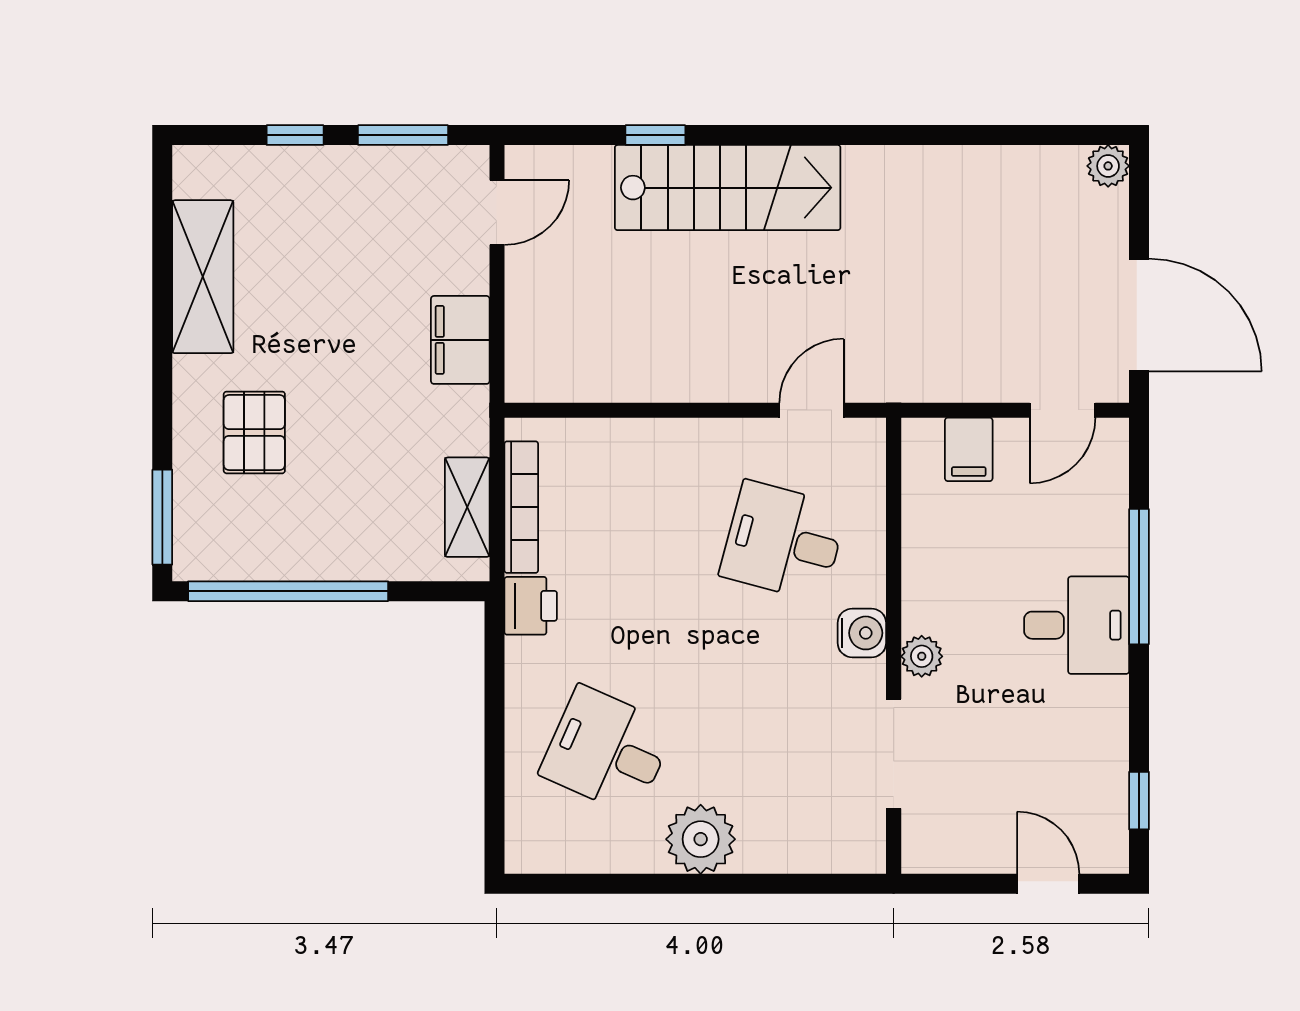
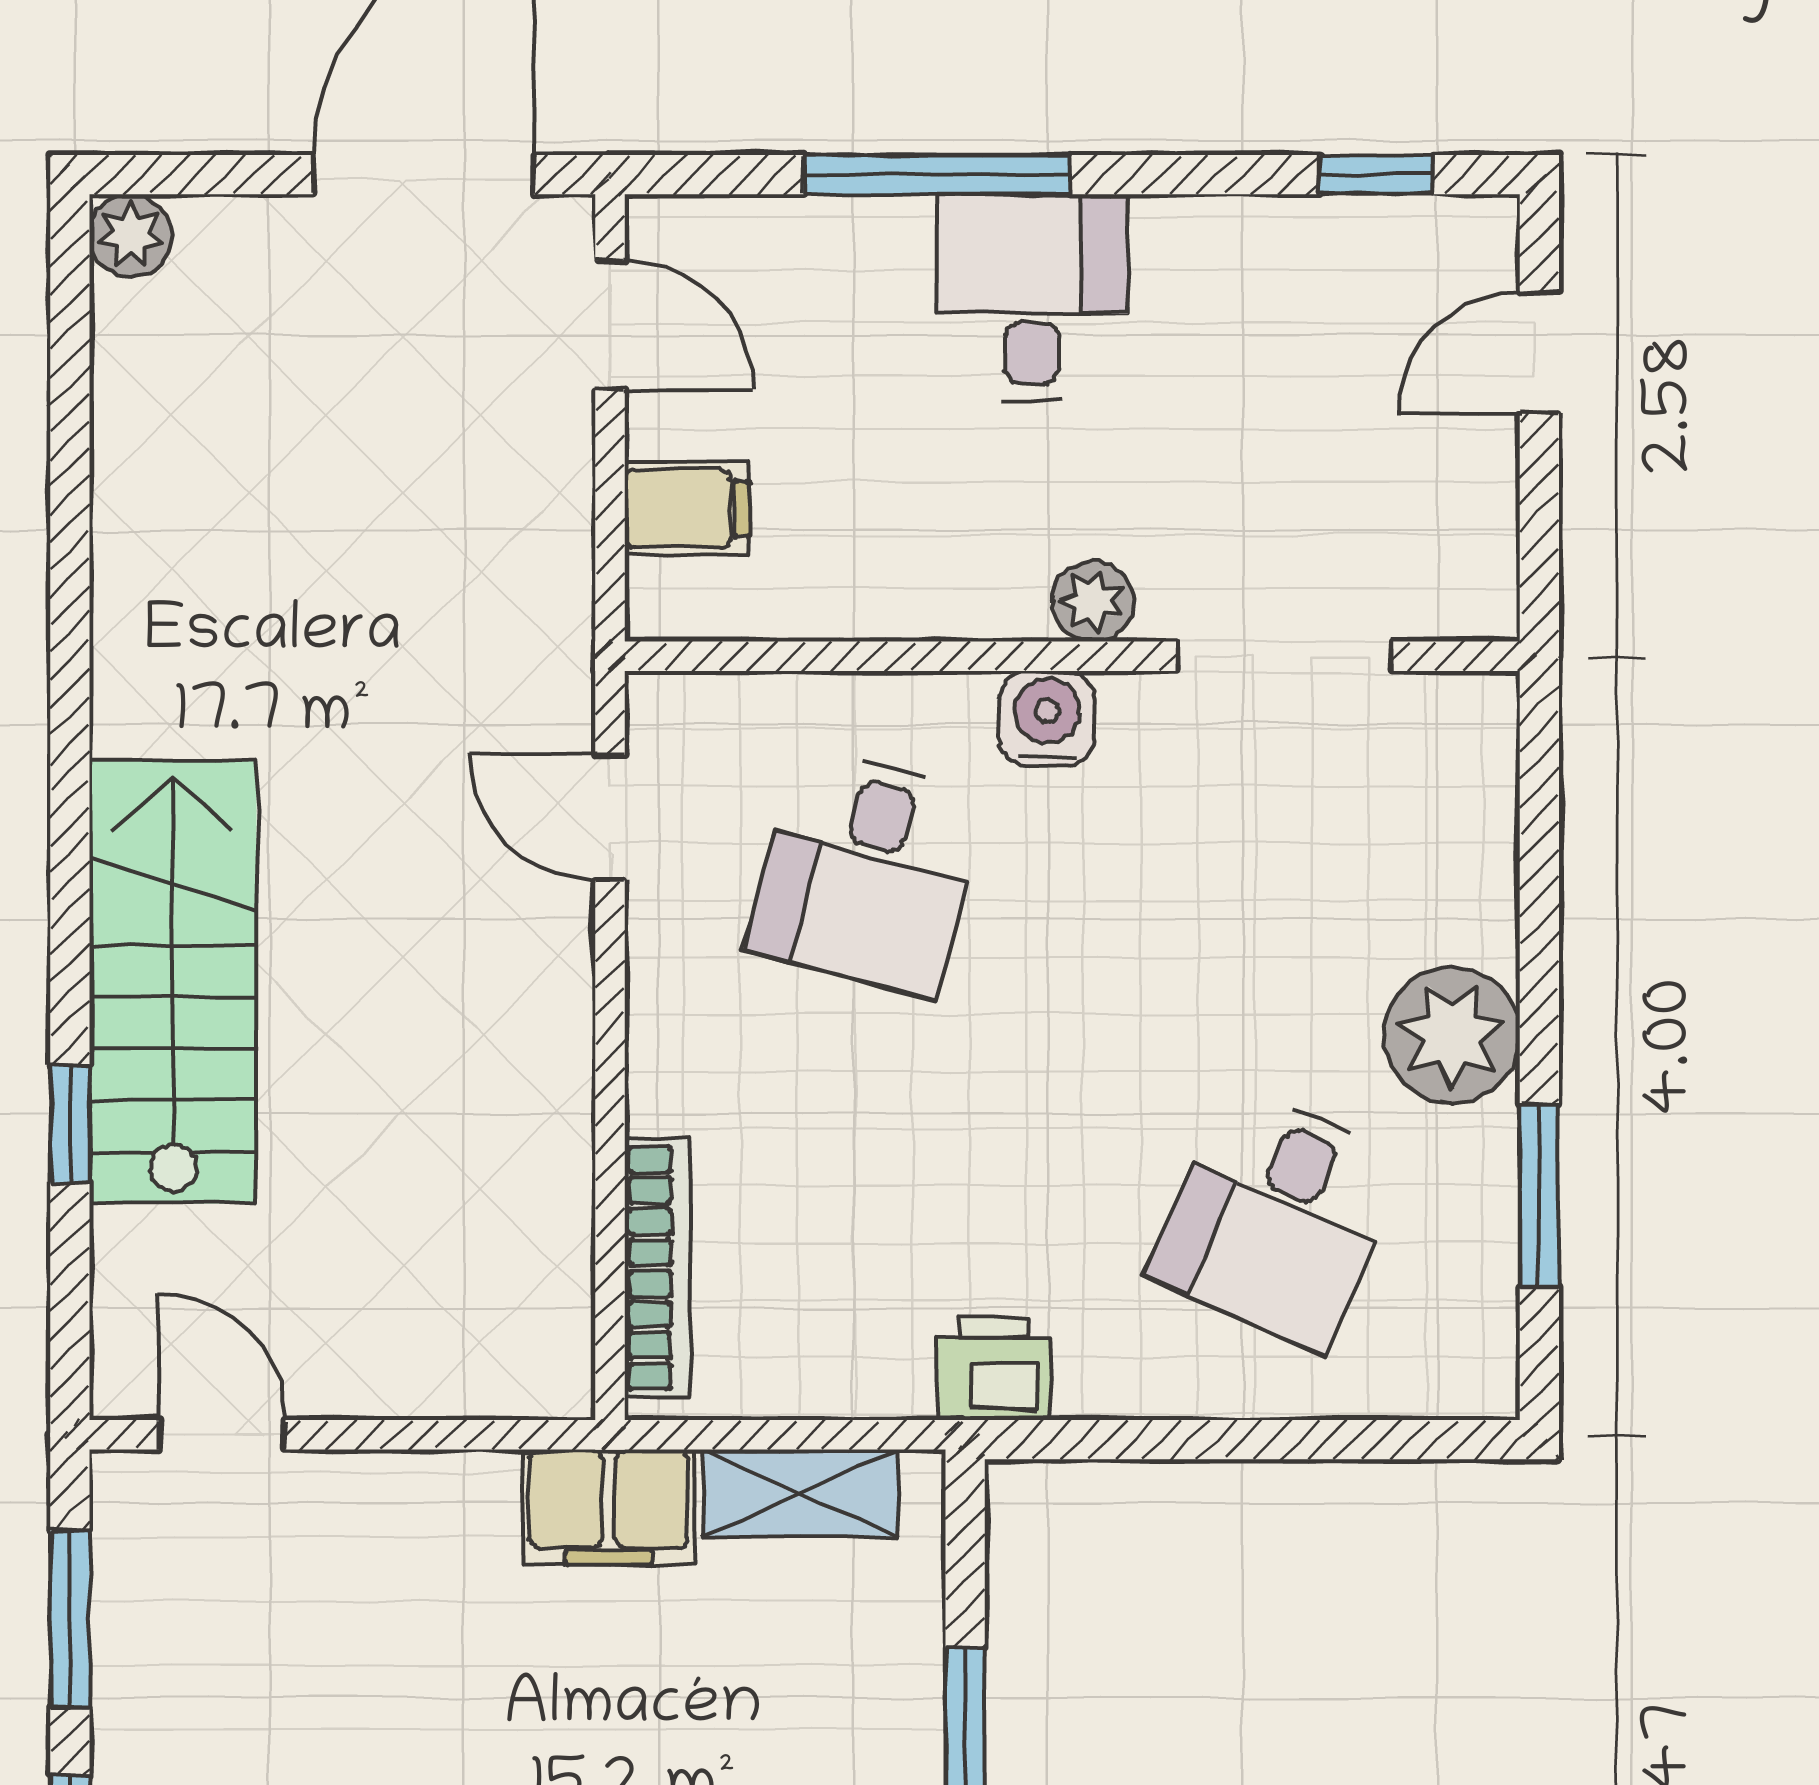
filing cabinet: (460, 340) -> (609, 1507), moved
bookcase: (521, 507) -> (658, 1268), moved, turned 90
window: (619, 884) -> (1539, 1196), added

